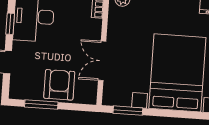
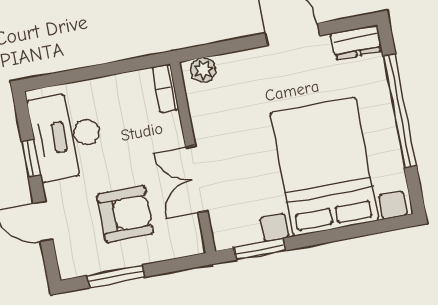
armchair: (59, 85) -> (125, 214), moved, turned 90

